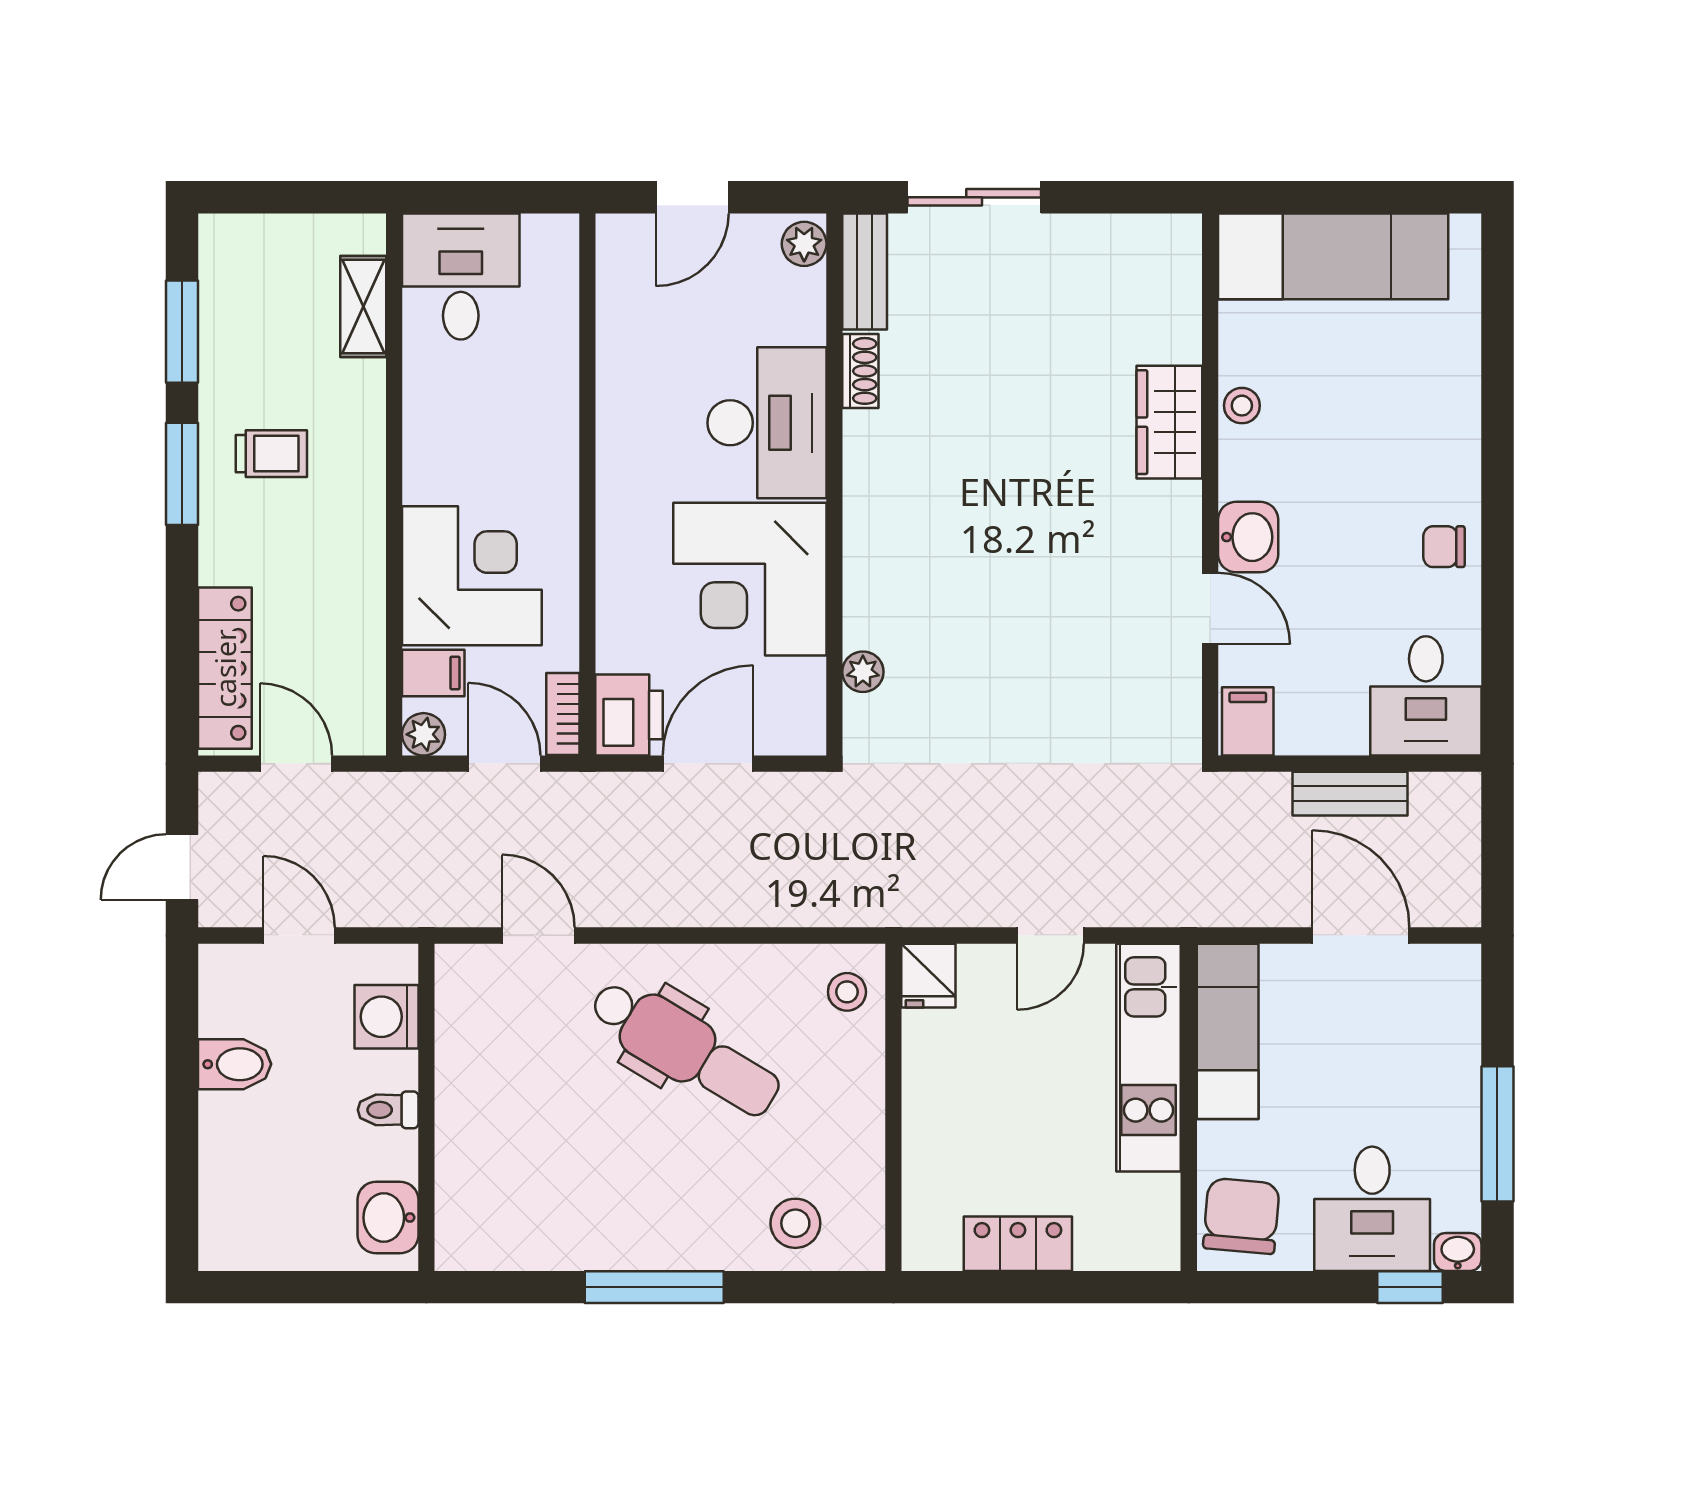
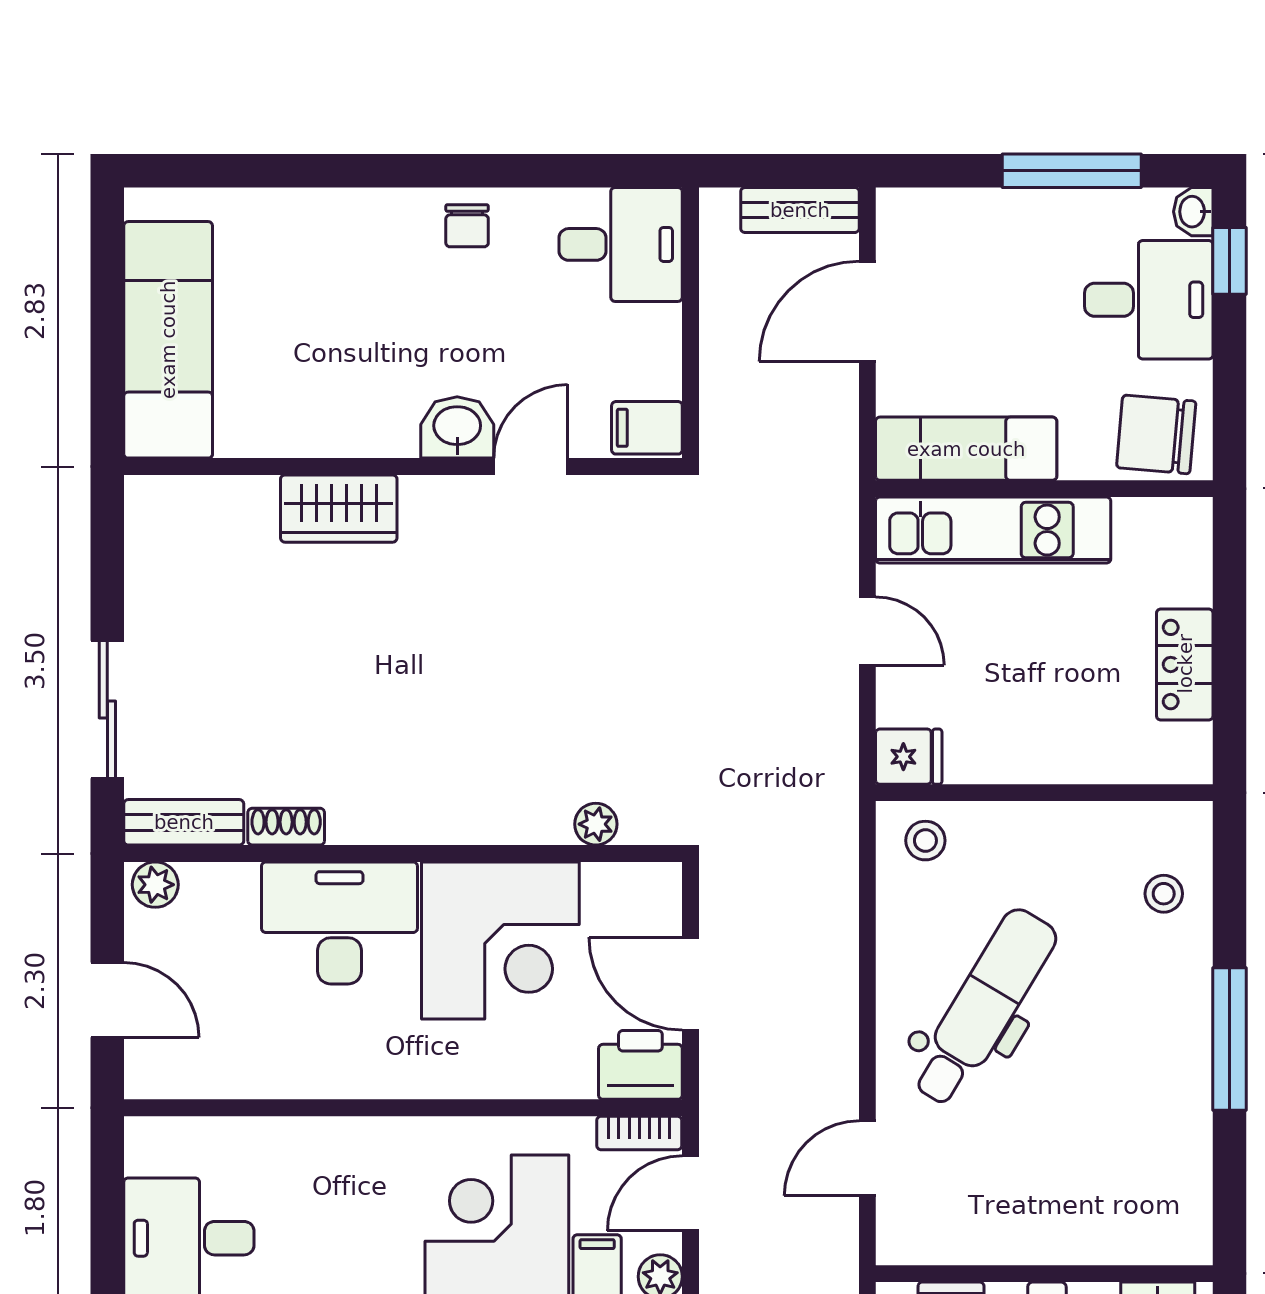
stool: (1242, 406) -> (322, 434), removed
bench: (1350, 794) -> (800, 210), moved, turned 90
stool: (795, 1223) -> (1164, 894), width x0.73, depth x0.73

